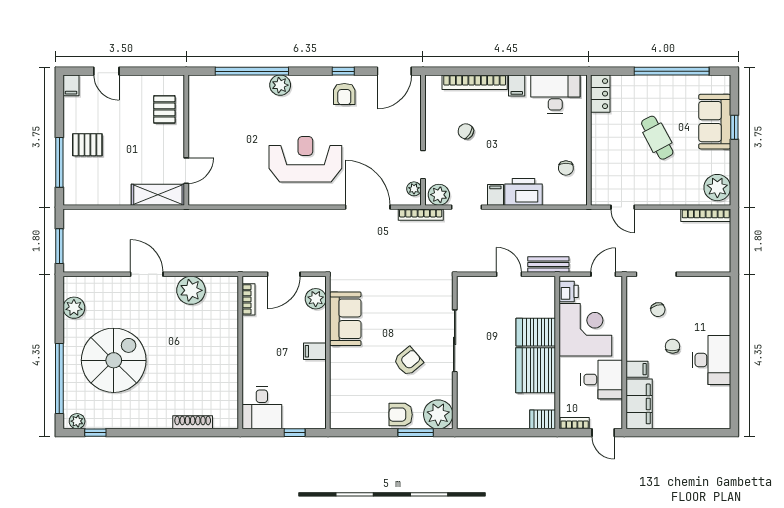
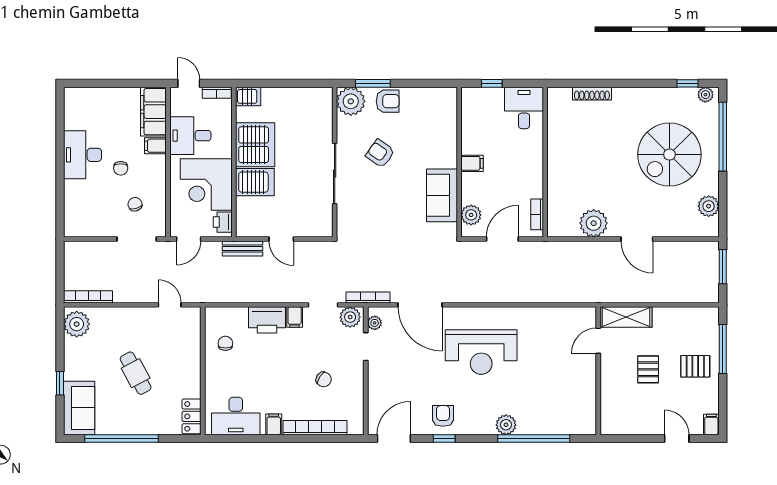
pallet: (164, 109) -> (648, 369), moved
sofa: (715, 122) -> (79, 408), moved
armchair: (408, 361) -> (380, 153), turned 75

